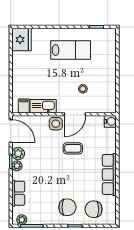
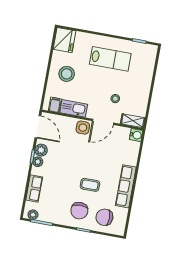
stool: (30, 73) -> (67, 74), added
shelving: (104, 108) -> (133, 121), added
coffee table: (73, 148) -> (90, 185), moved
chair: (67, 207) -> (79, 211), turned 90

